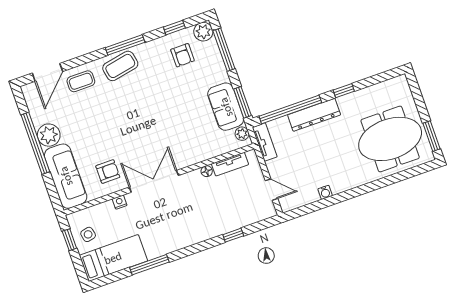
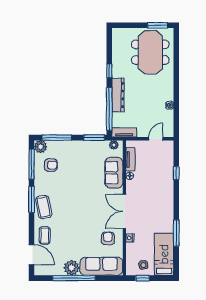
window: (174, 28) -> (31, 164), width x2.17
sofa: (226, 107) -> (114, 173), moved, turned 90

